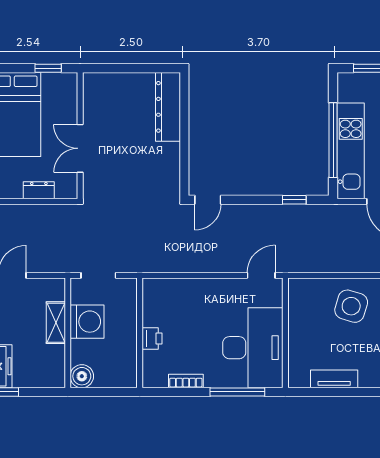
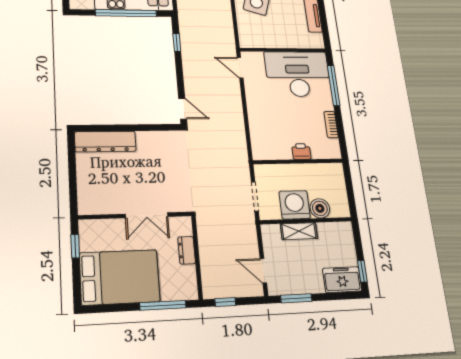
boiler: (82, 376) -> (320, 208), moved

